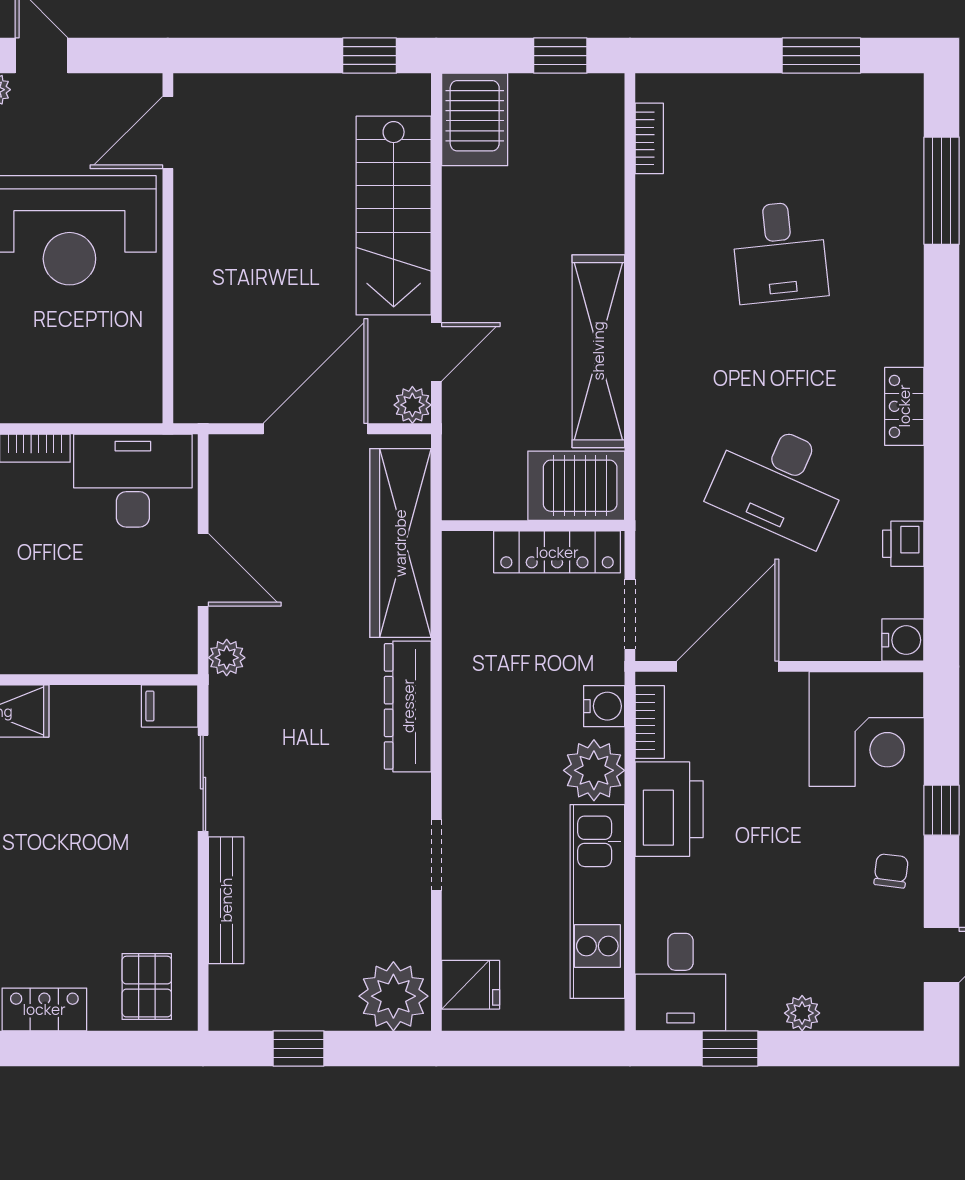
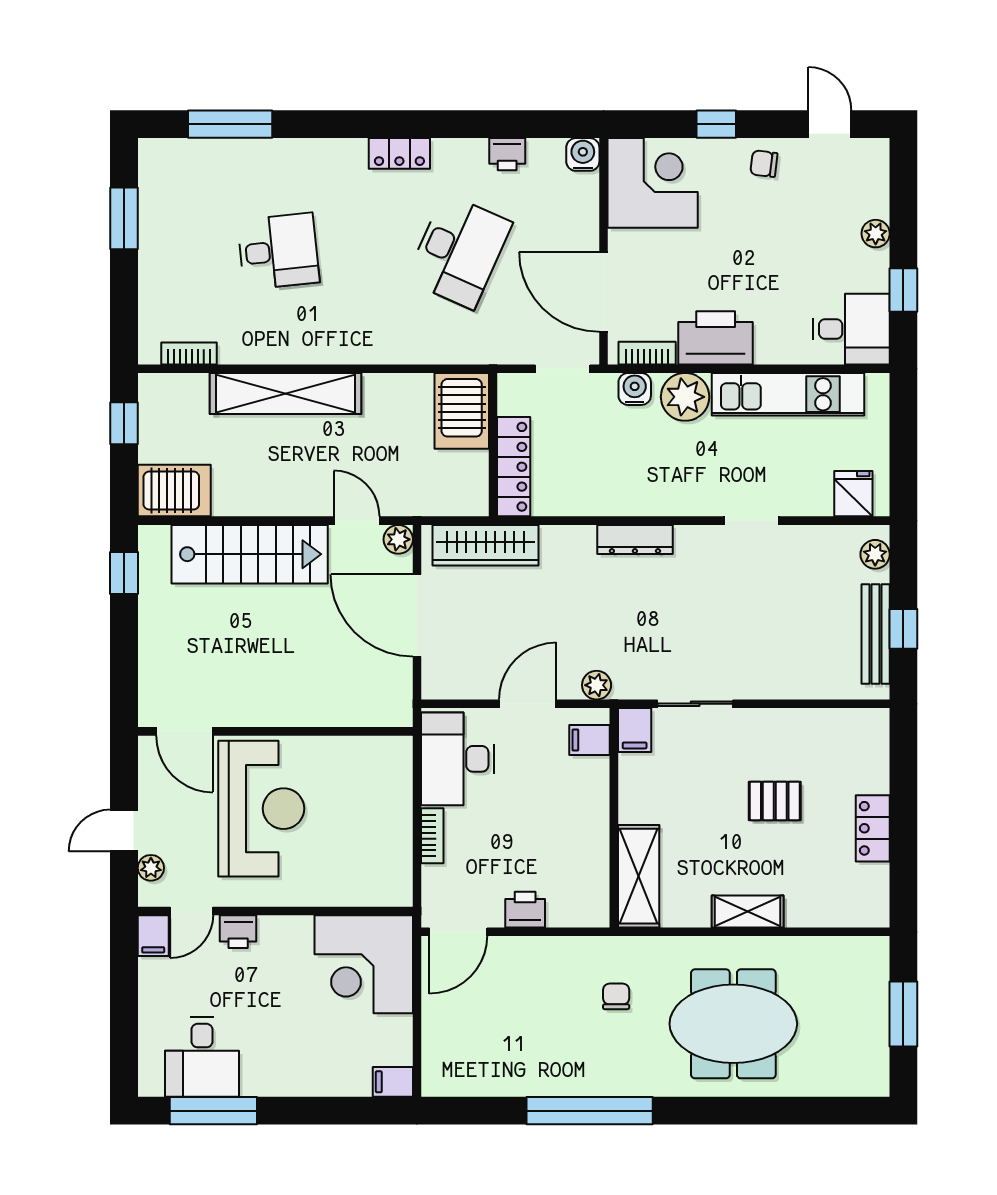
shelving: (598, 351) -> (286, 393), moved
wardrobe: (400, 543) -> (486, 545), width x0.71, depth x0.85
locker: (557, 552) -> (514, 467), moved
filing cabinet: (157, 649) -> (590, 740), added
dresser: (408, 706) -> (635, 540), width x0.73, depth x0.80
bench: (226, 900) -> (876, 634), moved, turned 90
pallet: (147, 987) -> (775, 801), moved
plant: (393, 996) -> (875, 554), width x0.53, depth x0.53

